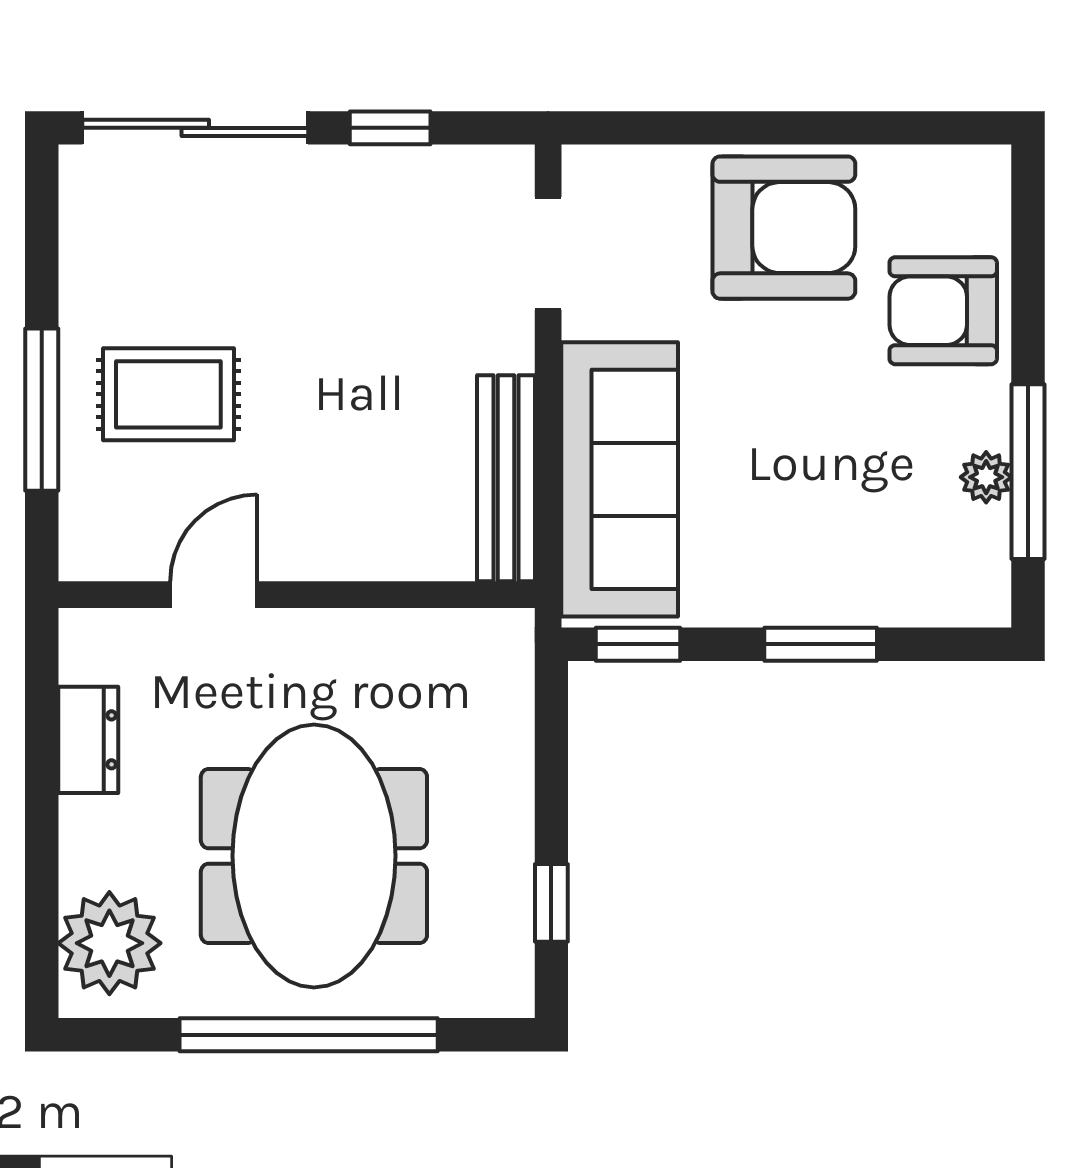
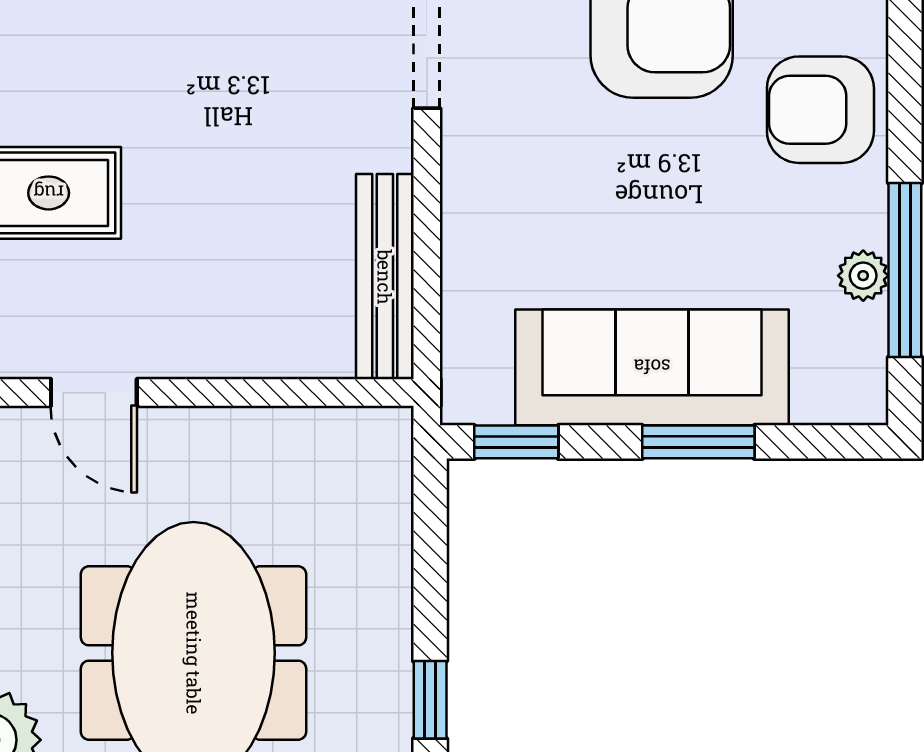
sofa: (620, 479) -> (652, 367), moved, turned -90
door: (214, 595) -> (94, 393), swing flipped

